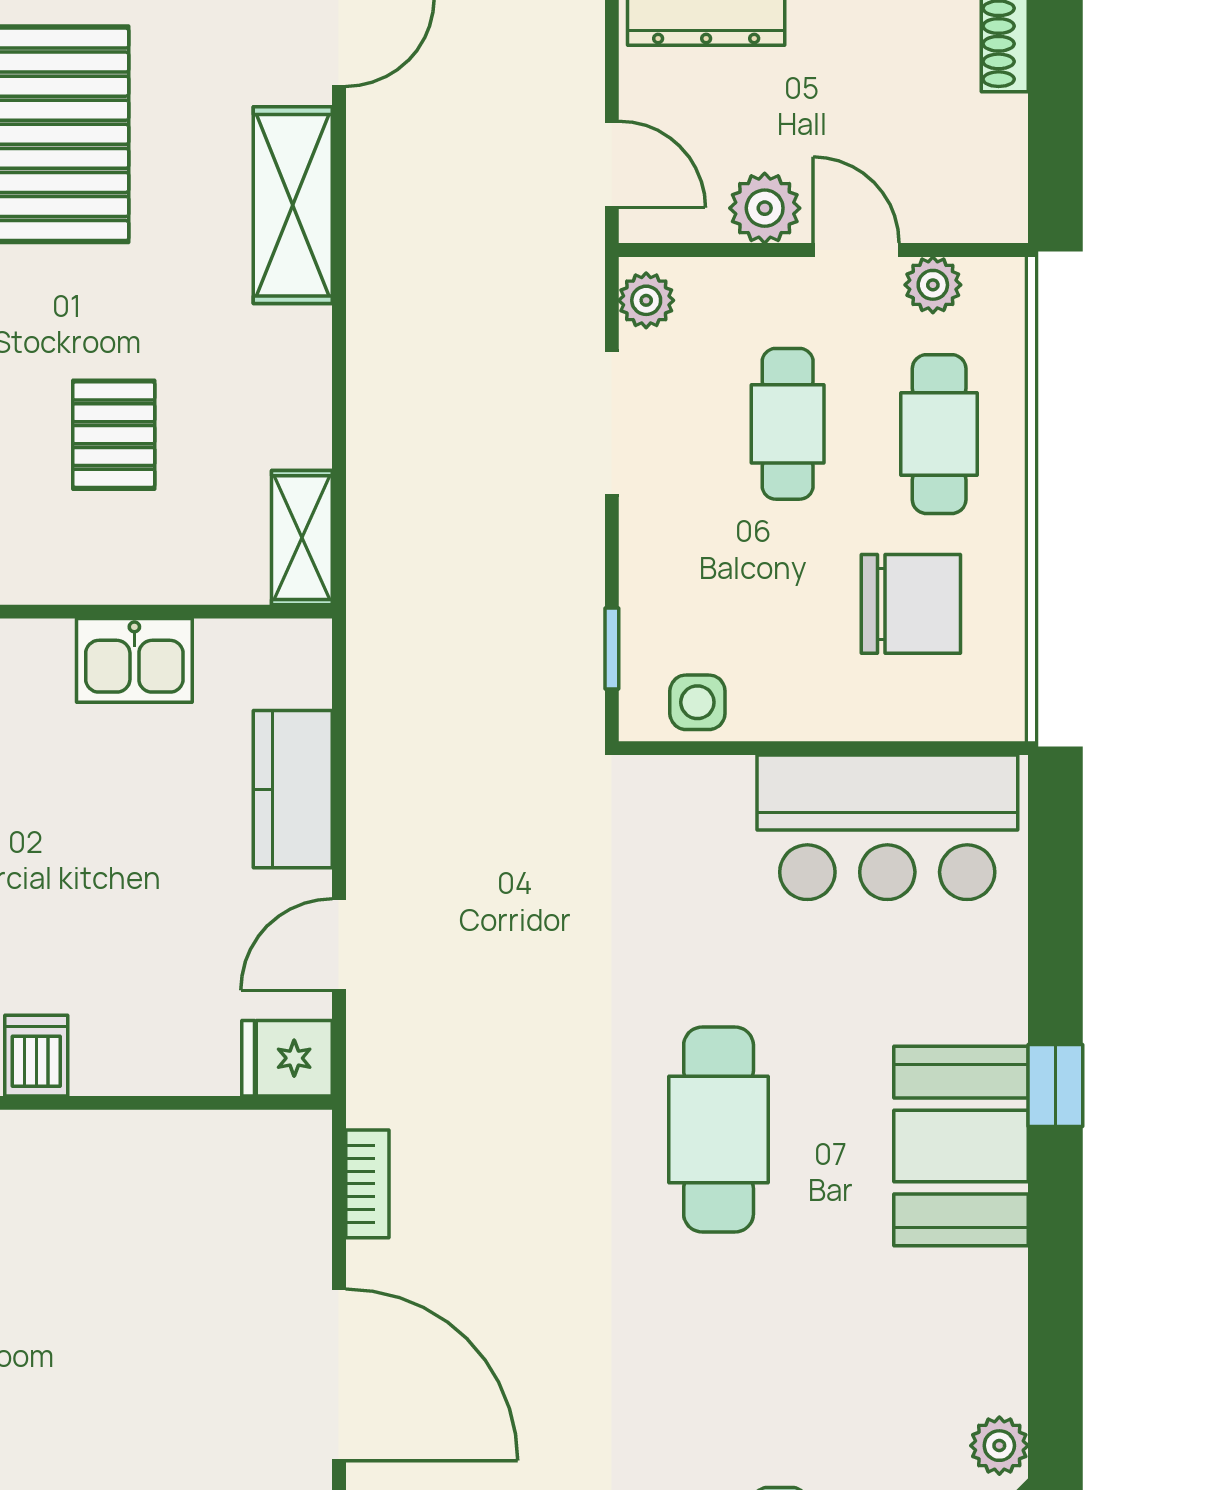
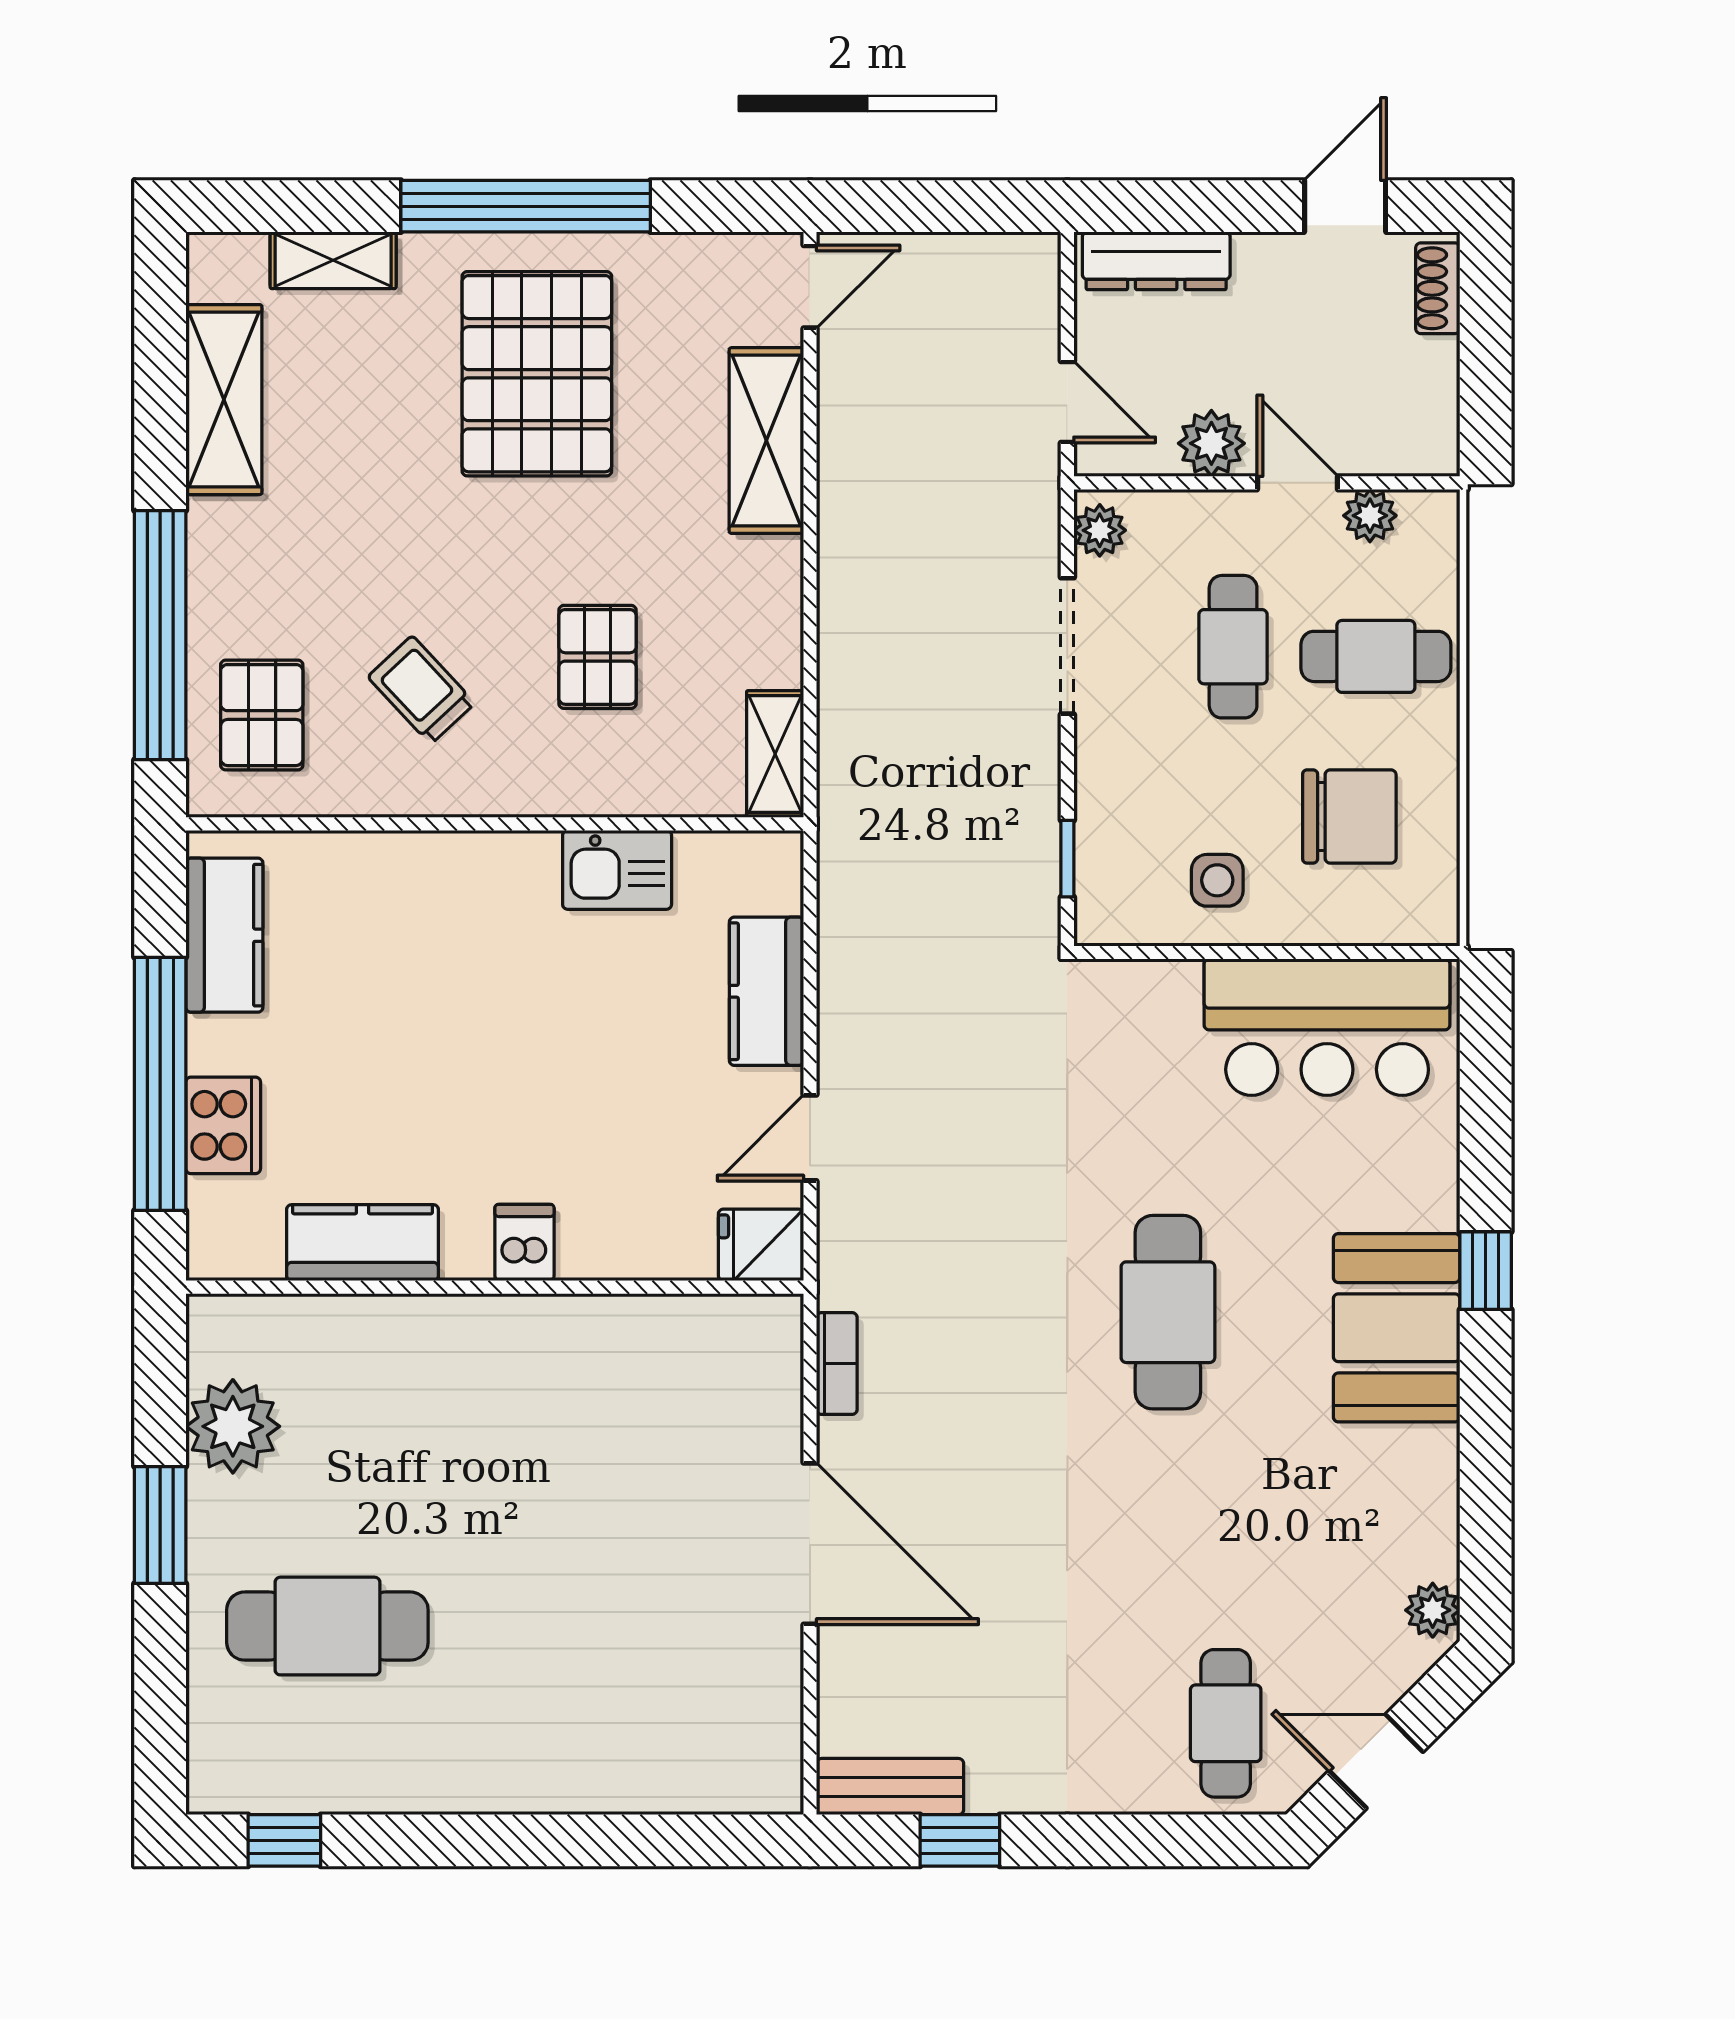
cafe table: (939, 434) -> (1376, 656), turned 90
side table: (697, 702) -> (1217, 880), moved

